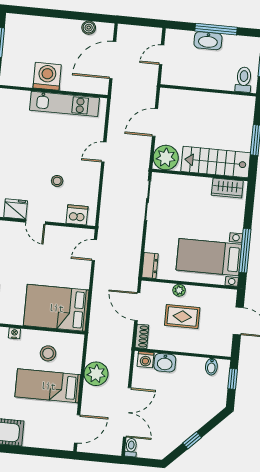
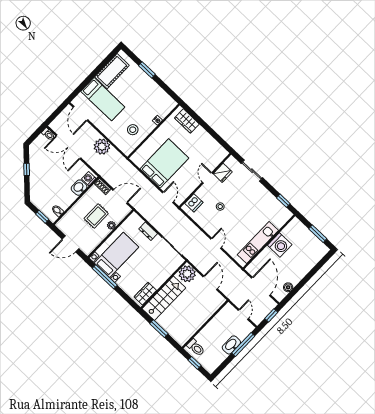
window: (137, 21) -> (271, 315), added
window: (216, 29) -> (243, 345), moved
door: (35, 222) -> (208, 178), hinge flipped
dresser: (150, 265) -> (148, 231), moved
bed: (56, 308) -> (164, 163), moved
bed: (48, 386) -> (103, 99), moved, turned 90

